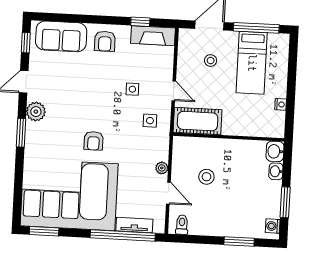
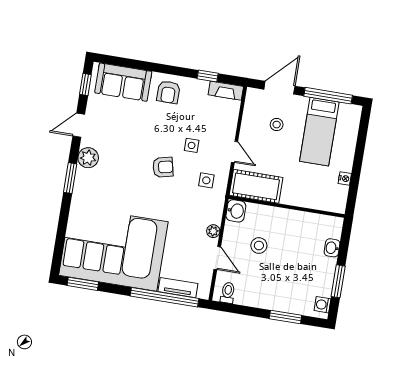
fireplace: (153, 36) -> (226, 91), width x0.73, depth x0.76
armchair: (93, 141) -> (163, 167), moved, turned -103
washbasin: (275, 151) -> (236, 211), moved, turned 180

